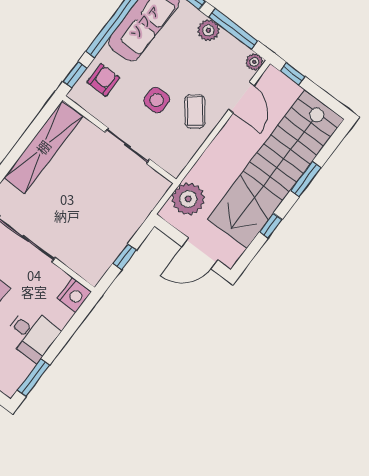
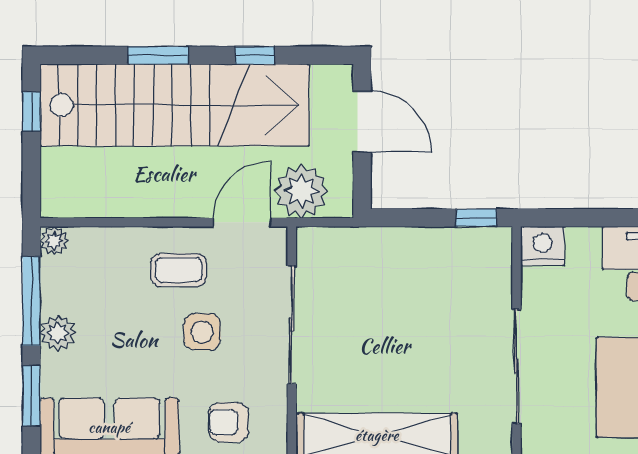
window: (293, 74) -> (31, 112), moved
door: (241, 97) -> (242, 222), moved
coffee table: (195, 111) -> (179, 270), turned 37
sliding door: (127, 146) -> (292, 325), width x1.37
window: (125, 257) -> (476, 218), moved

